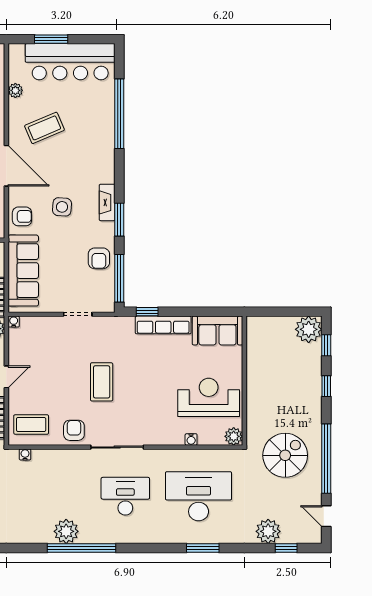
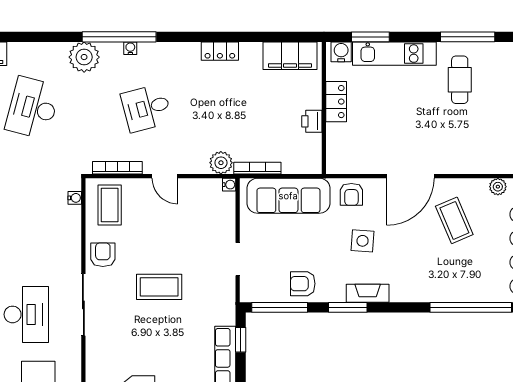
armchair: (74, 430) -> (103, 255), turned -90

